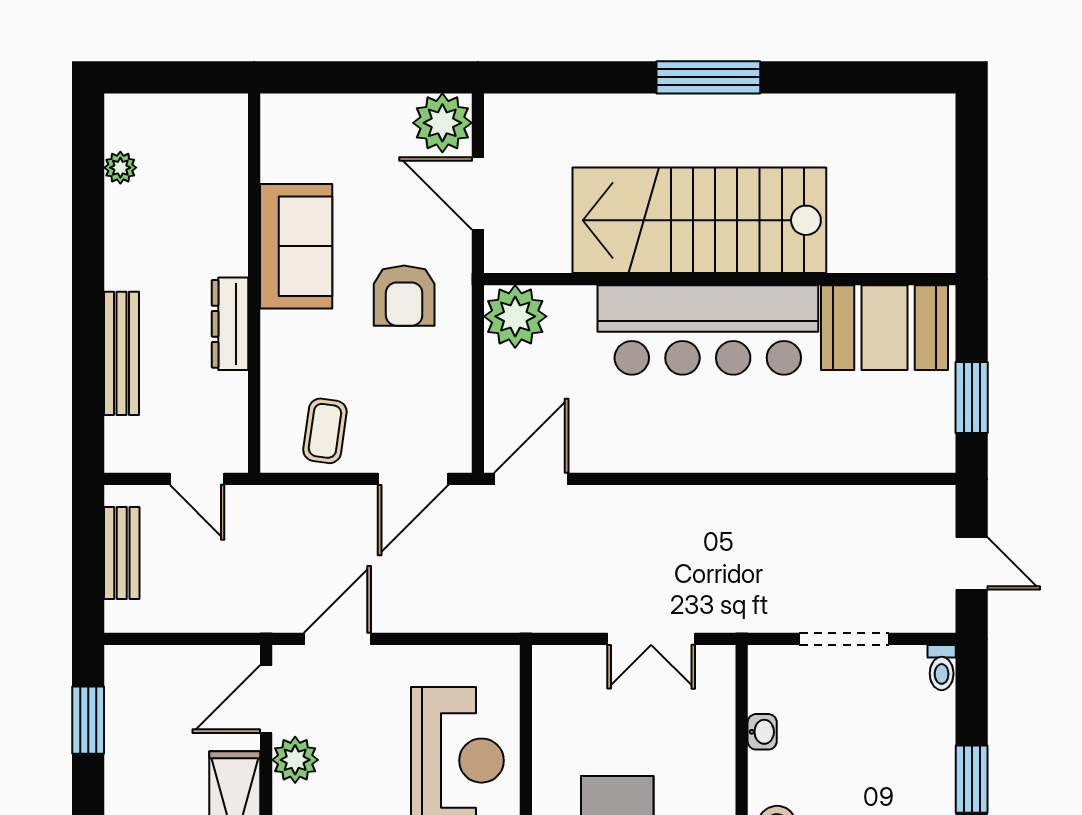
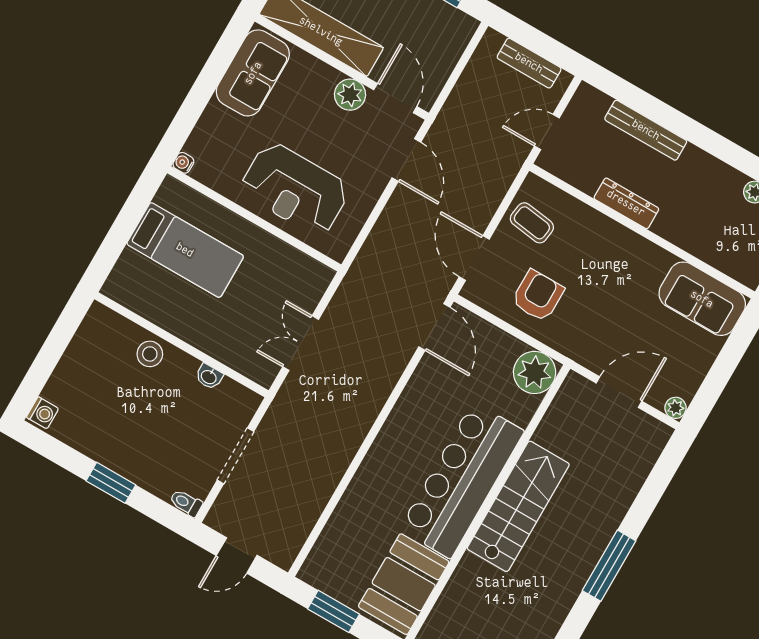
plant: (442, 123) -> (676, 408), width x0.53, depth x0.53
stairs: (699, 220) -> (518, 506), width x0.73, depth x0.66
sofa: (296, 246) -> (702, 299), moved
armchair: (404, 296) -> (538, 296), moved, turned 90

